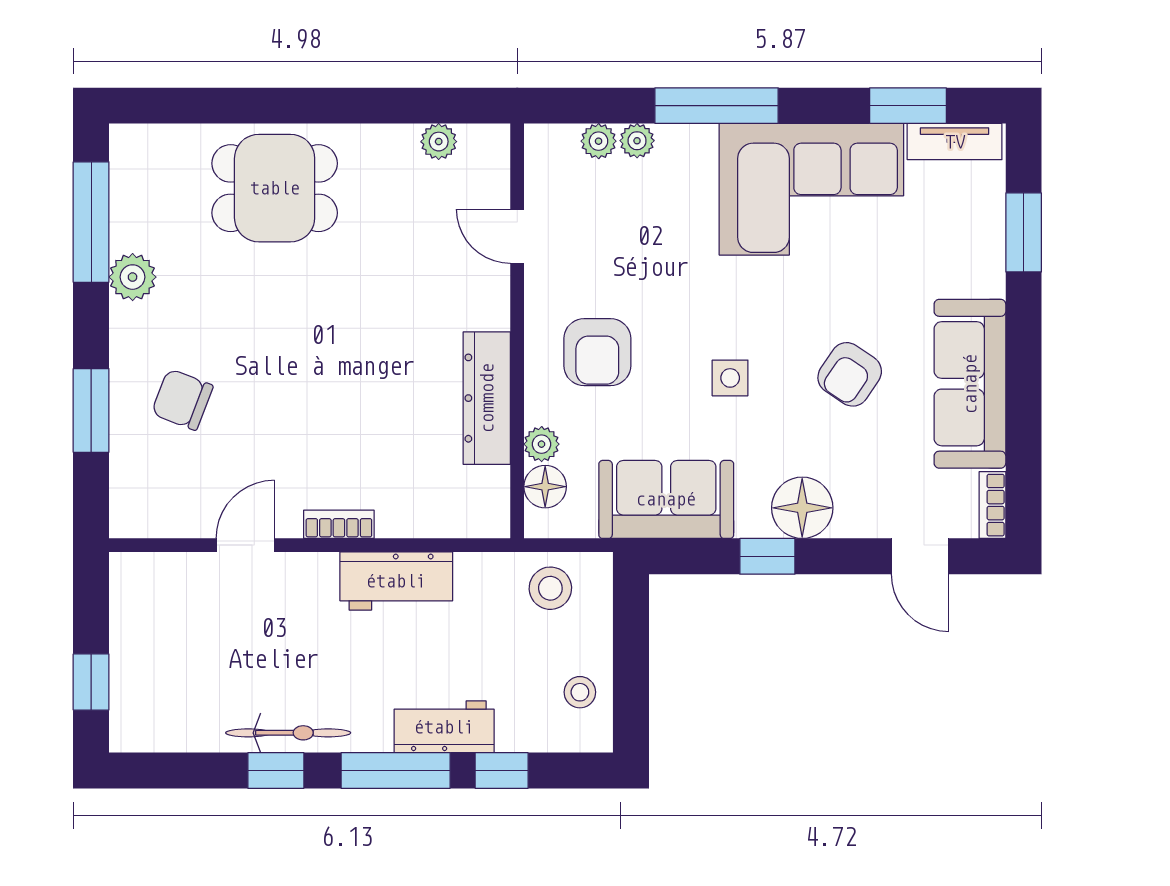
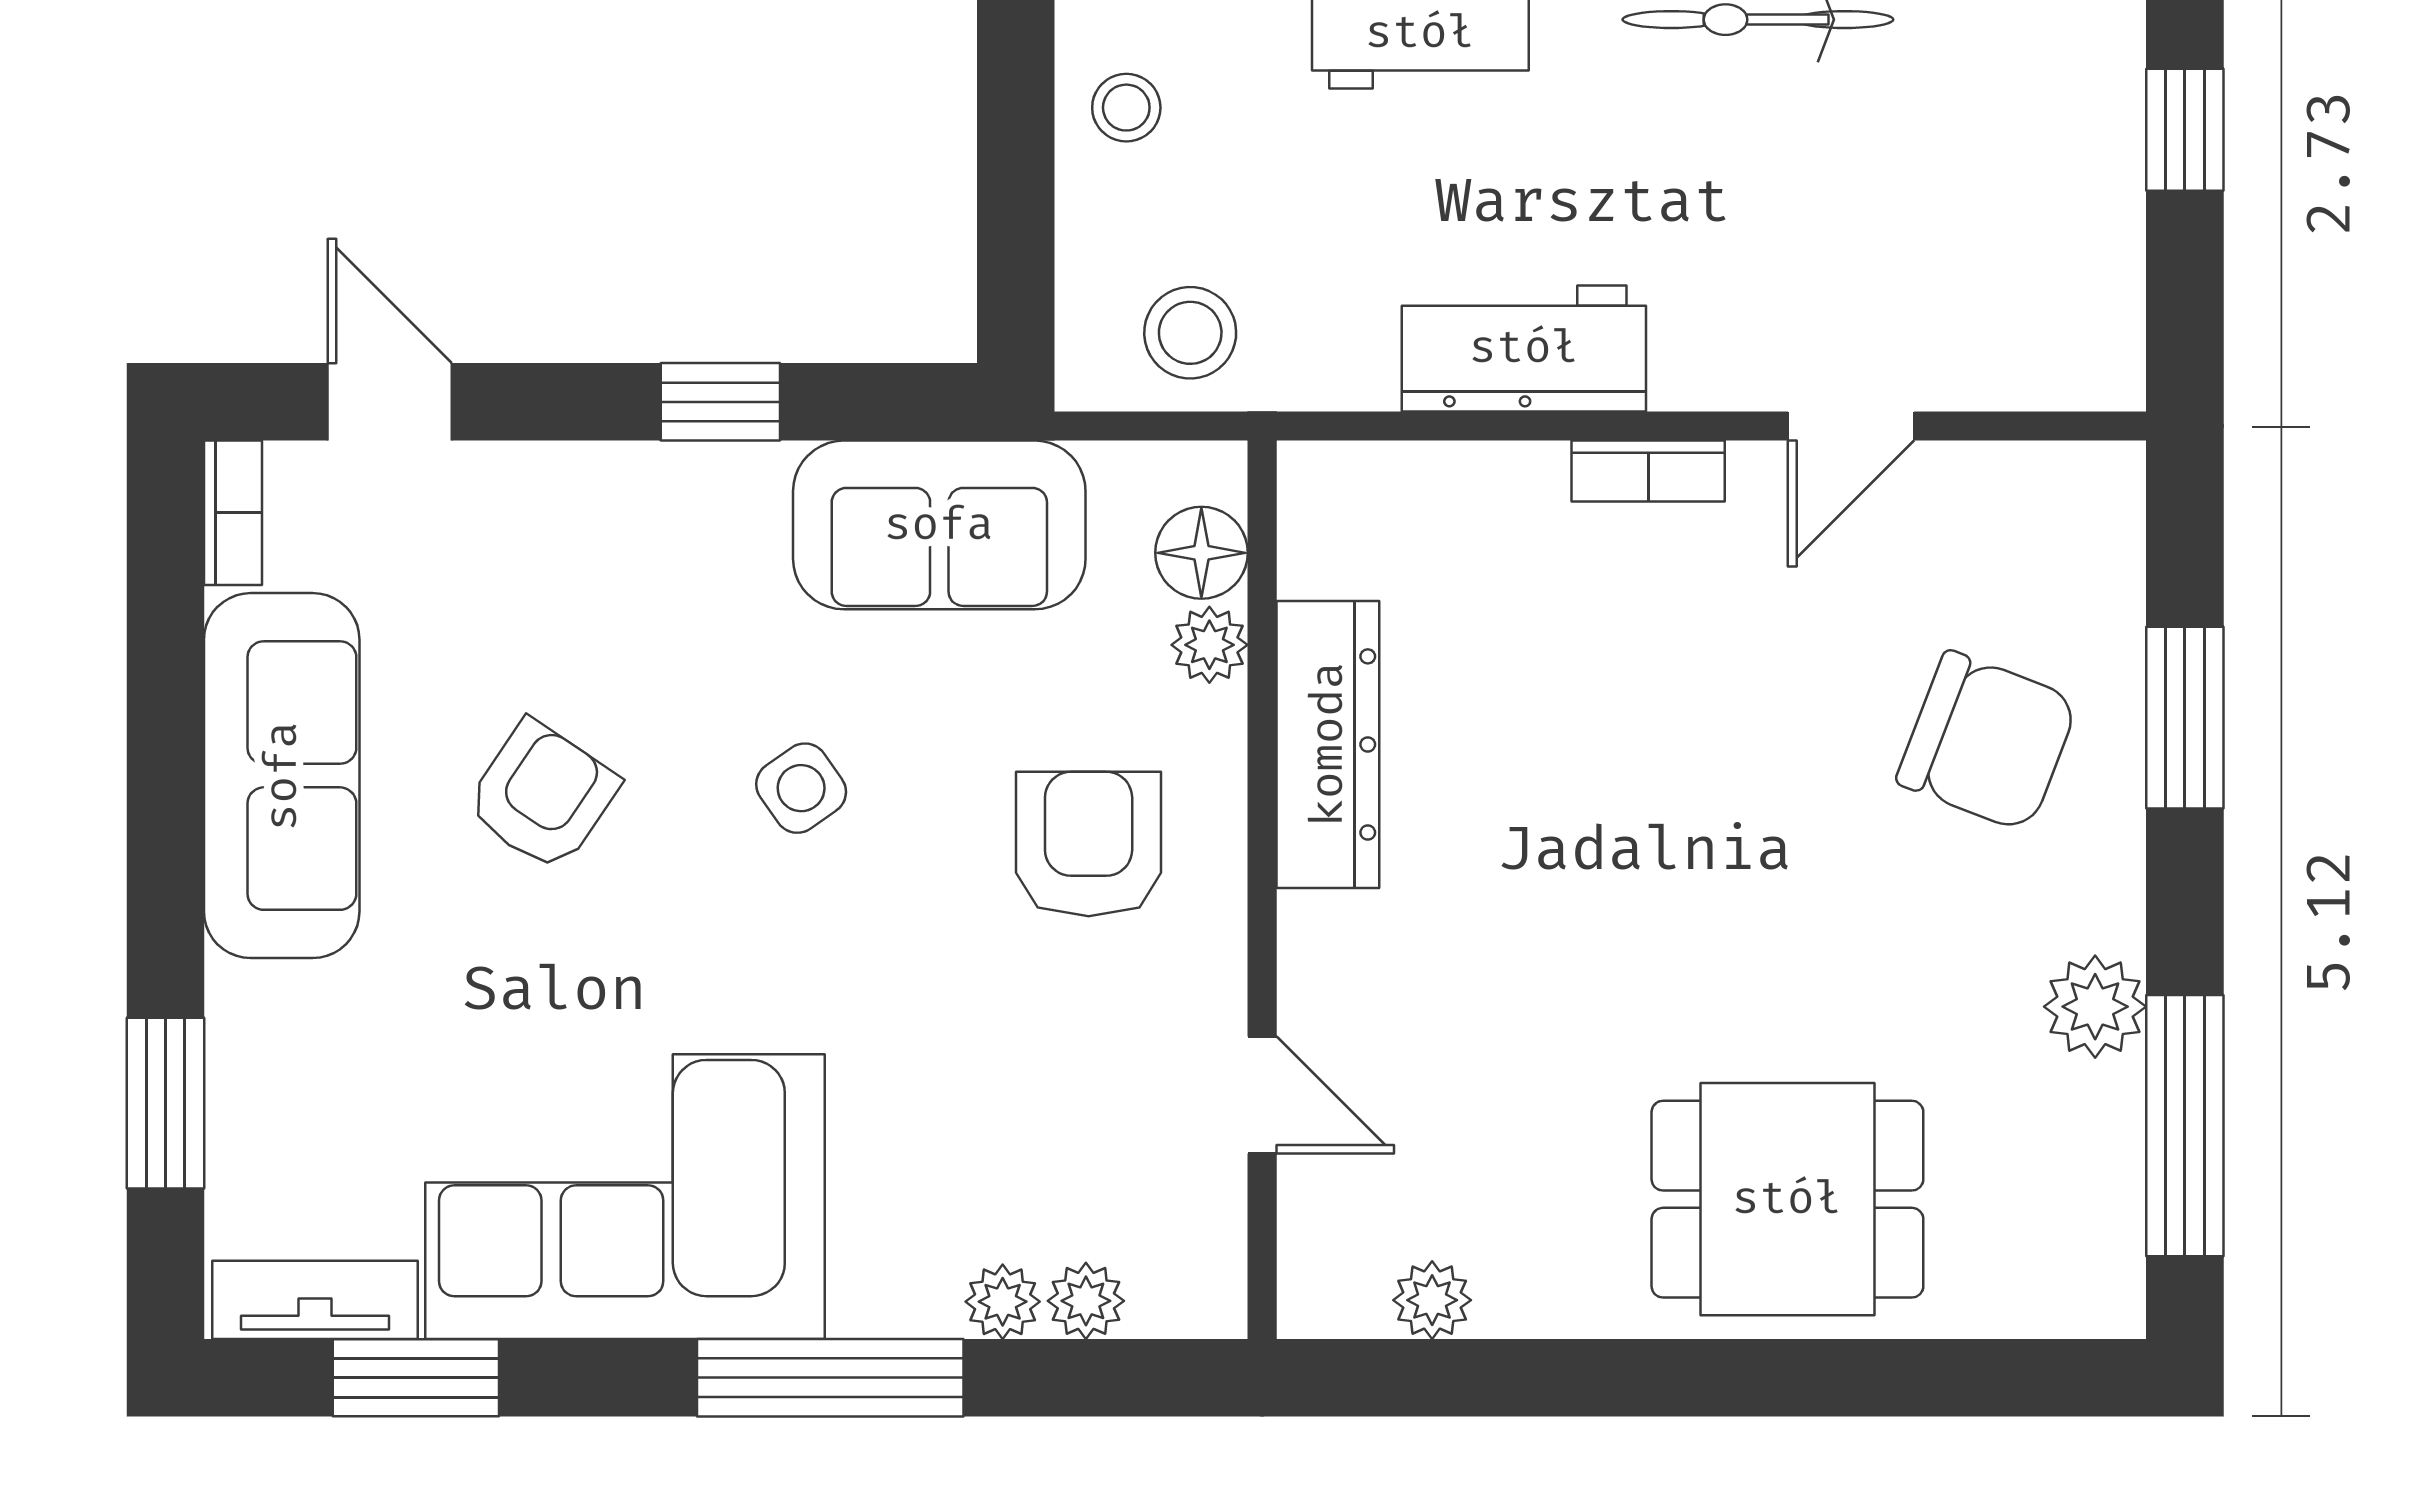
side table: (730, 378) -> (801, 788), turned -35
chair: (182, 400) -> (1987, 741), width x1.37, depth x1.37
floor lamp: (802, 508) -> (645, 507), removed

